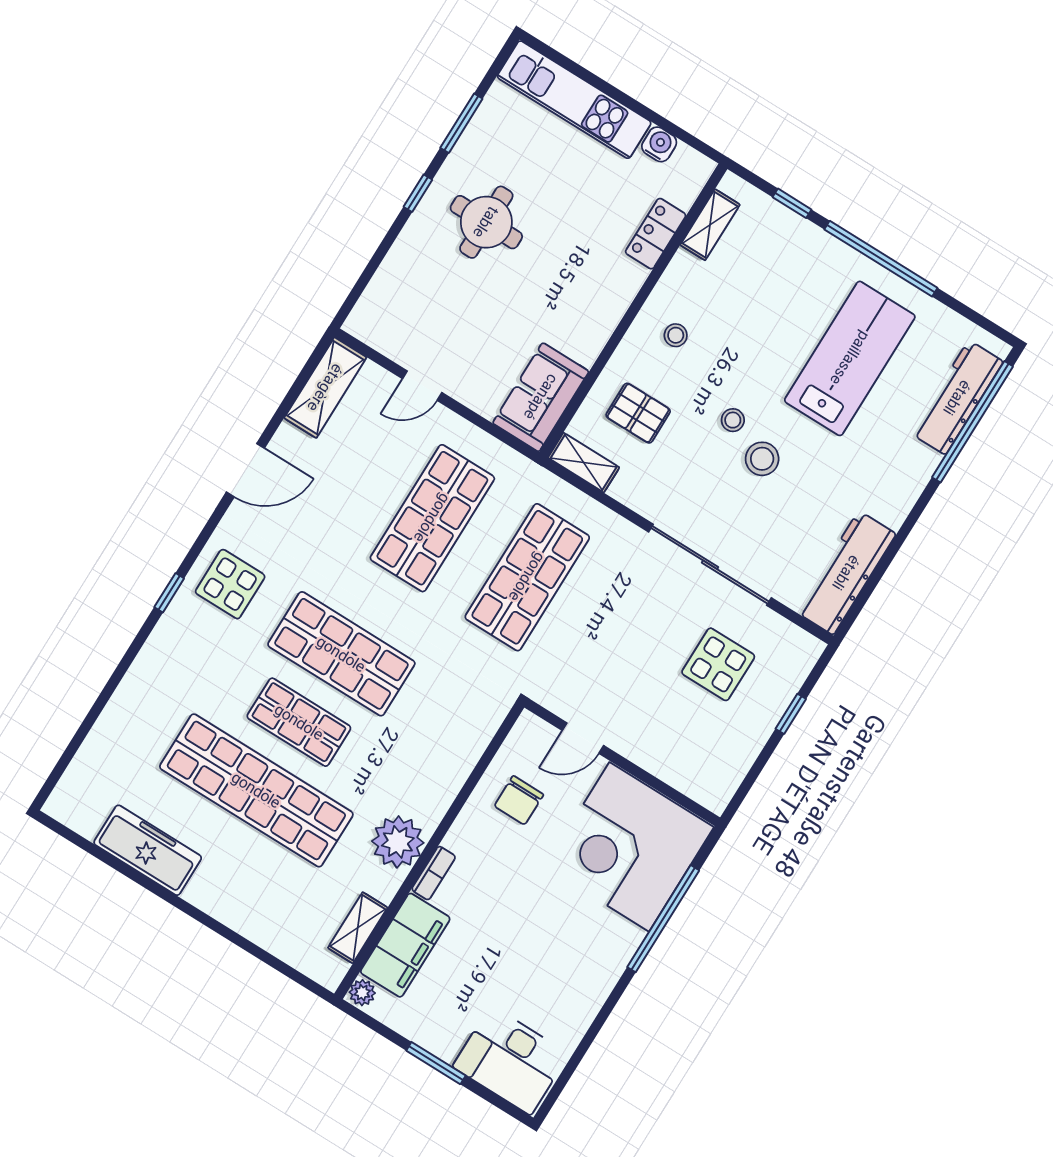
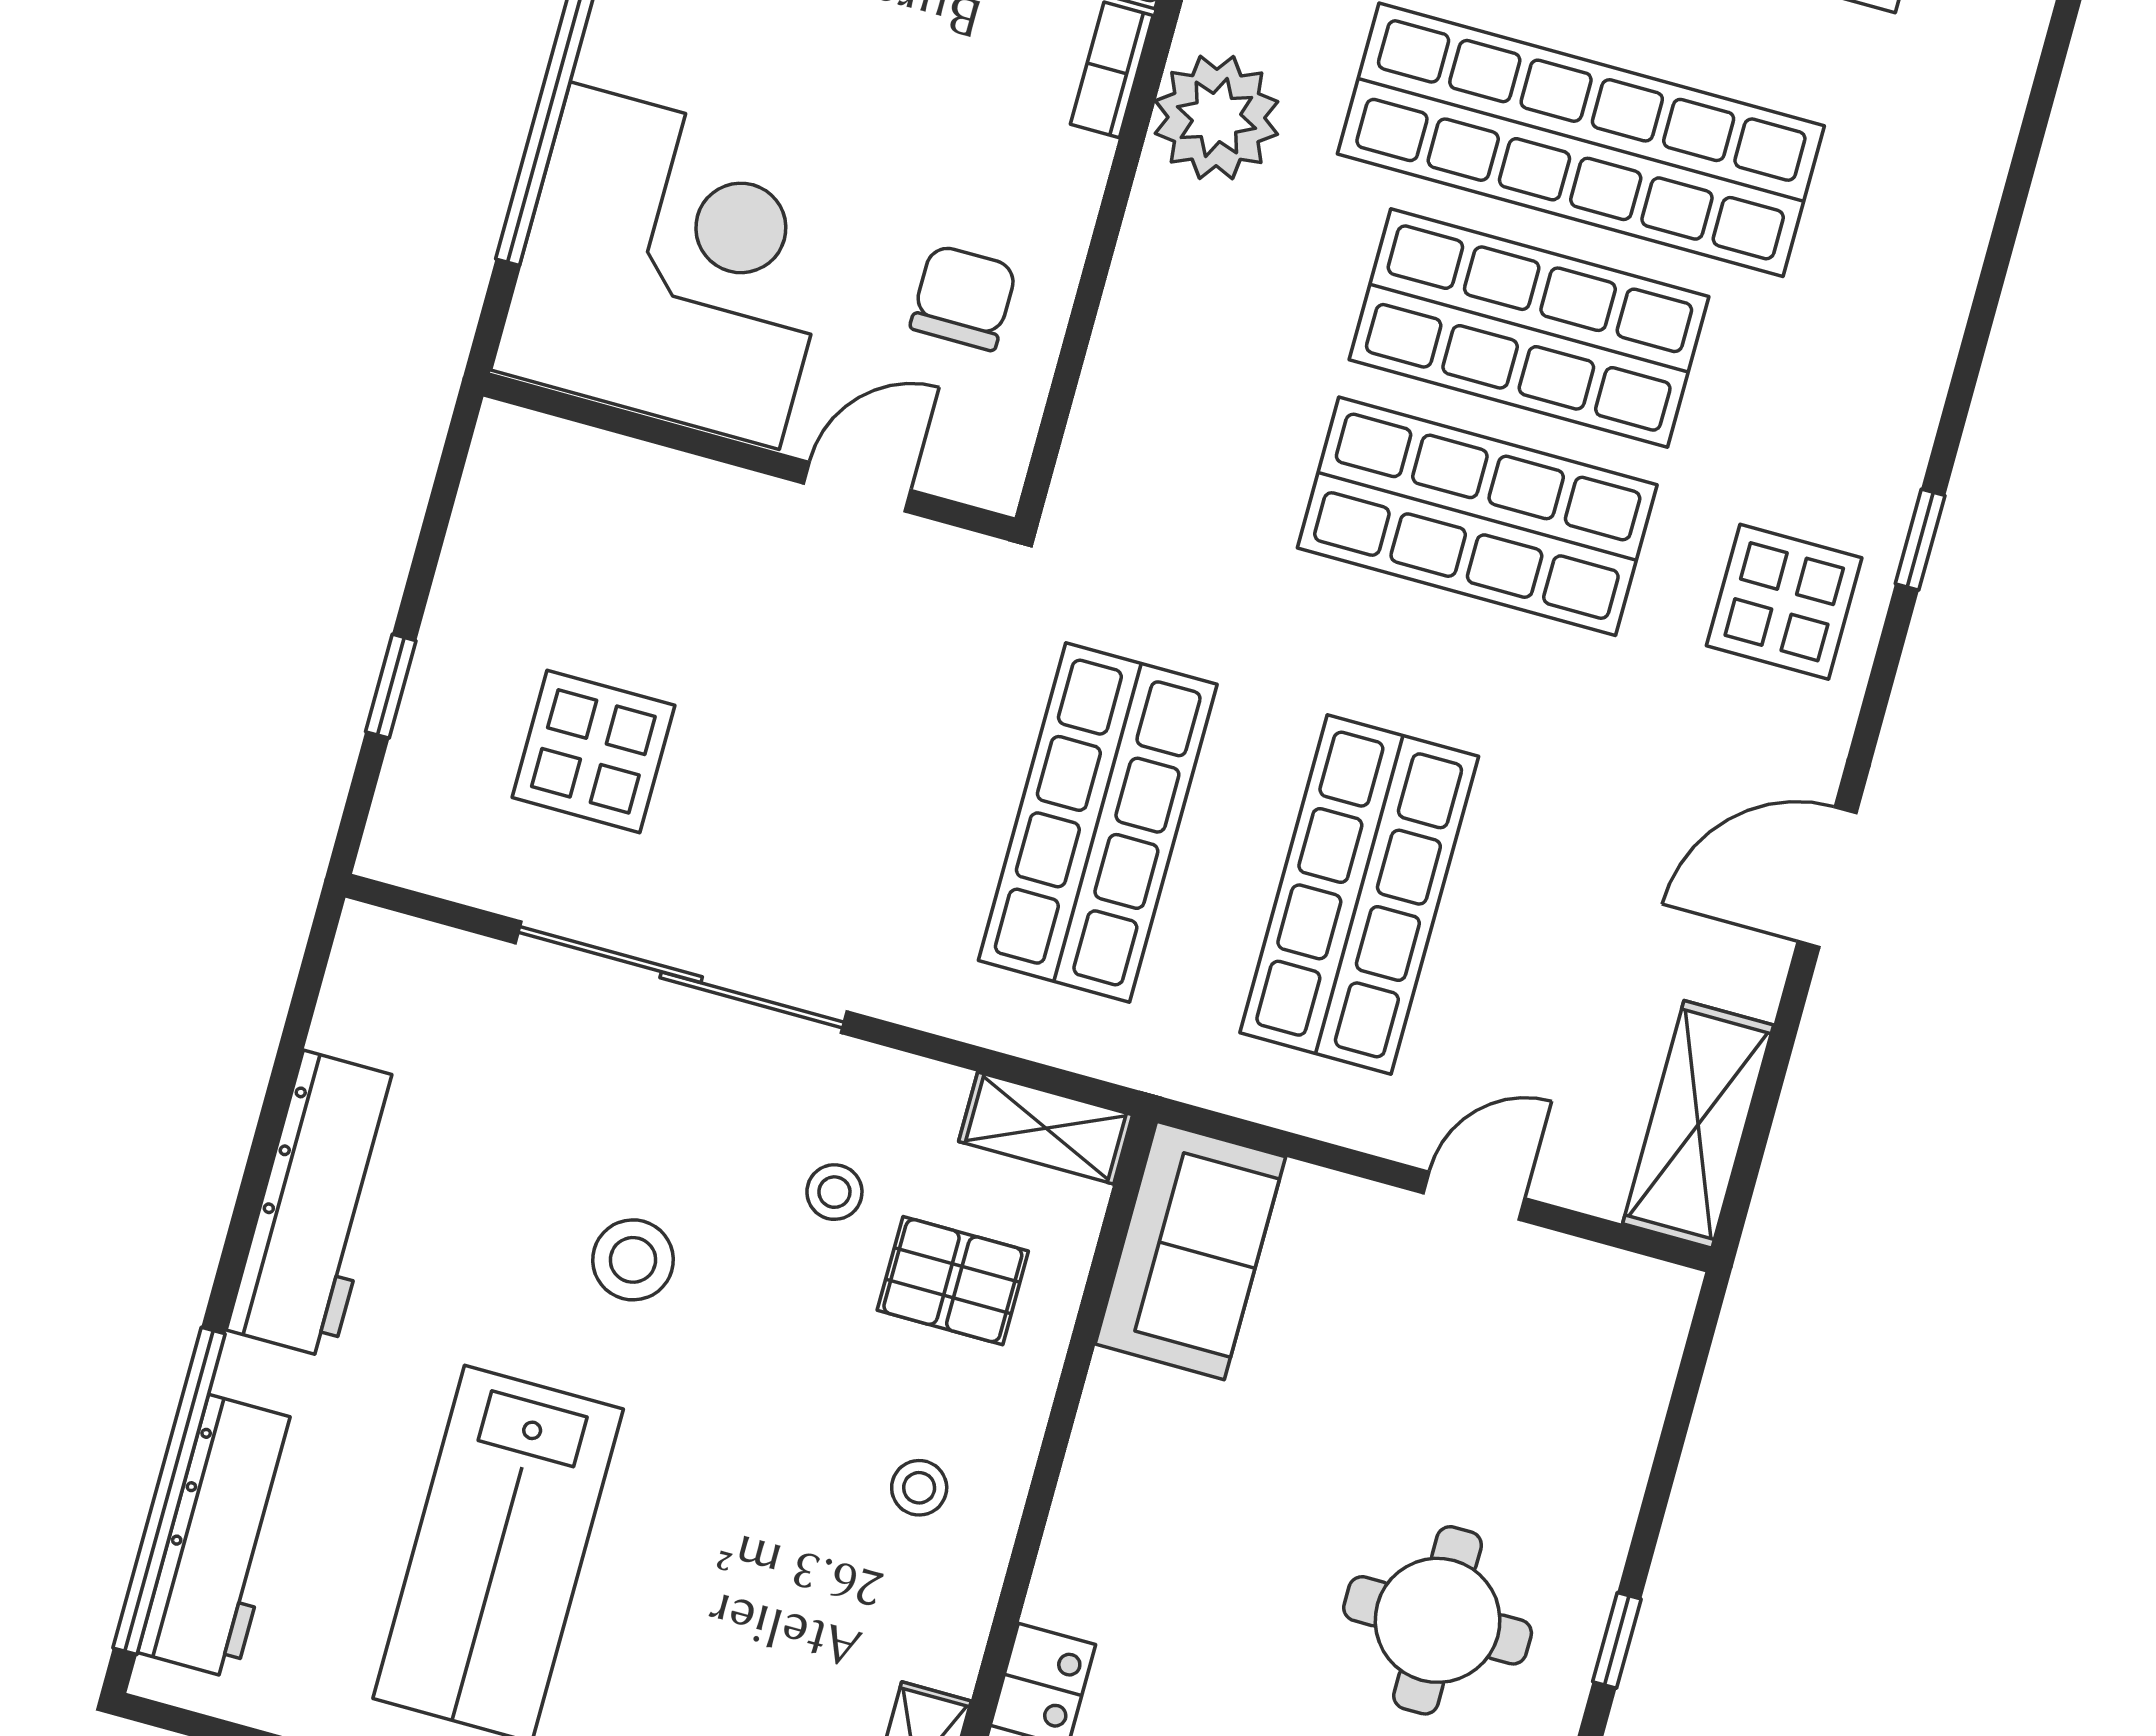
stool: (733, 420) -> (834, 1192), moved
workbench: (846, 573) -> (317, 1205), moved
shop shelf: (299, 722) -> (1529, 328), width x1.43, depth x1.36

